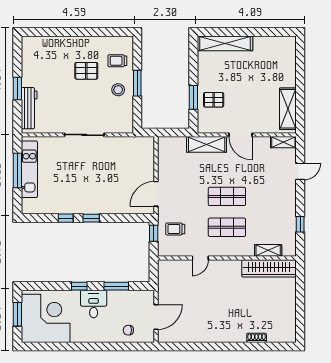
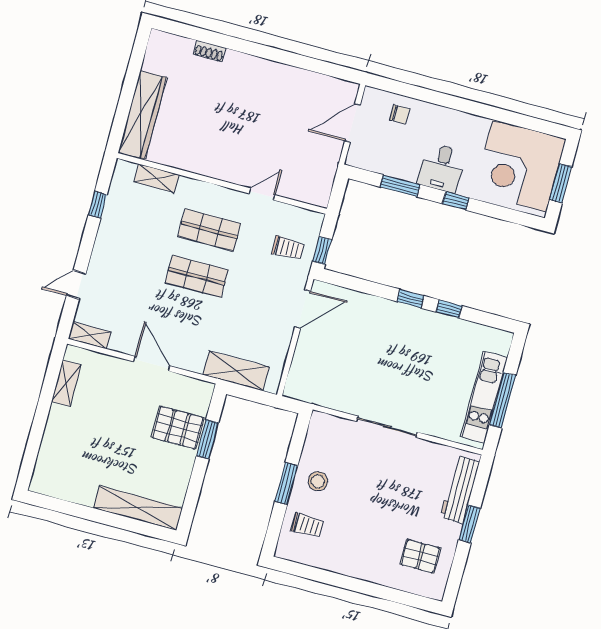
pallet: (86, 71) -> (420, 556), moved
pallet: (214, 100) -> (178, 428), width x1.50, depth x1.42
shelving: (288, 109) -> (66, 383), width x0.67, depth x0.75
shelving: (207, 144) -> (236, 371), moved
wardrobe: (269, 268) -> (142, 115), moved, turned 90

